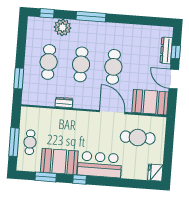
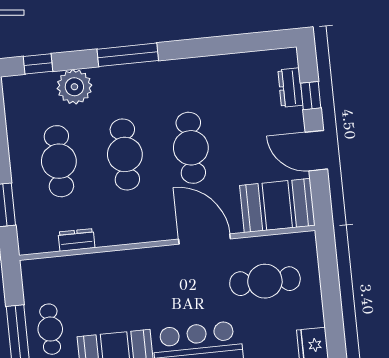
dresser: (166, 50) -> (290, 88), width x0.70
dresser: (64, 102) -> (77, 240), moved

